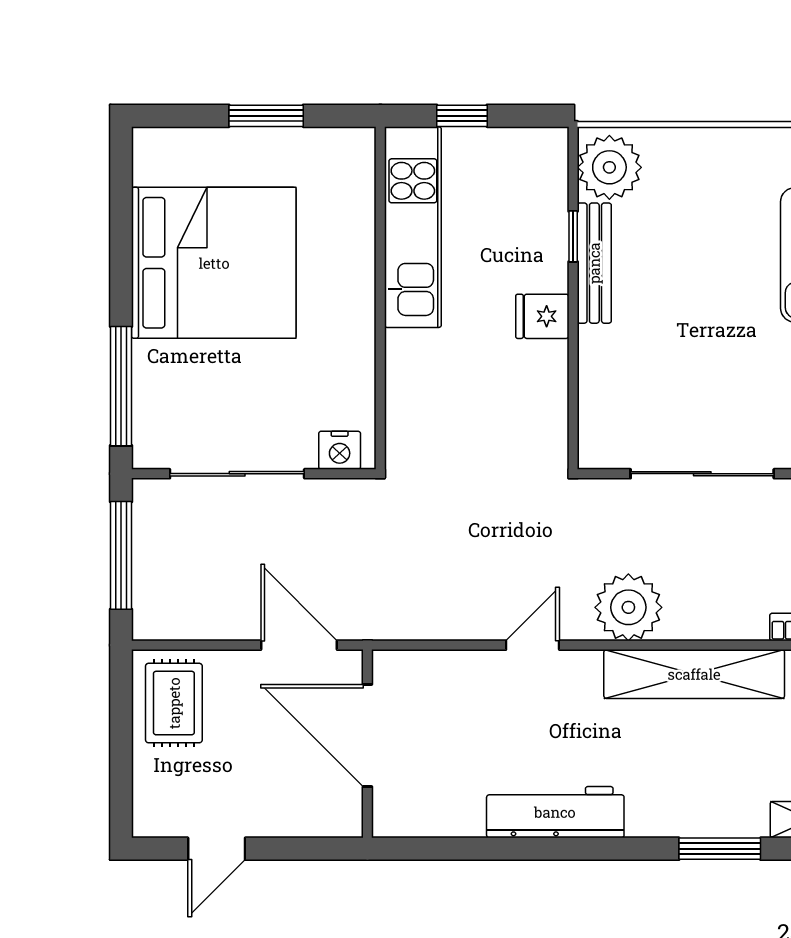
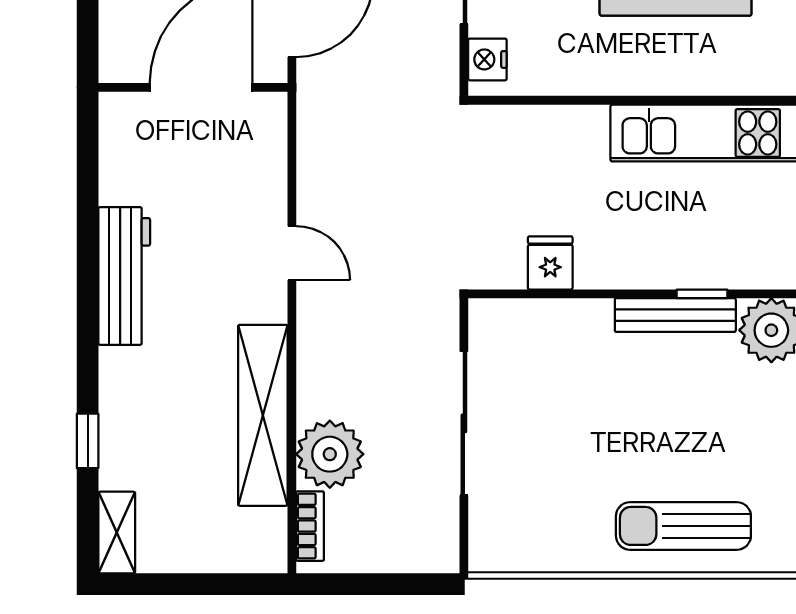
fridge: (542, 316) -> (550, 263), moved
plant: (628, 607) -> (330, 454), moved
window: (720, 849) -> (88, 441), width x0.67

